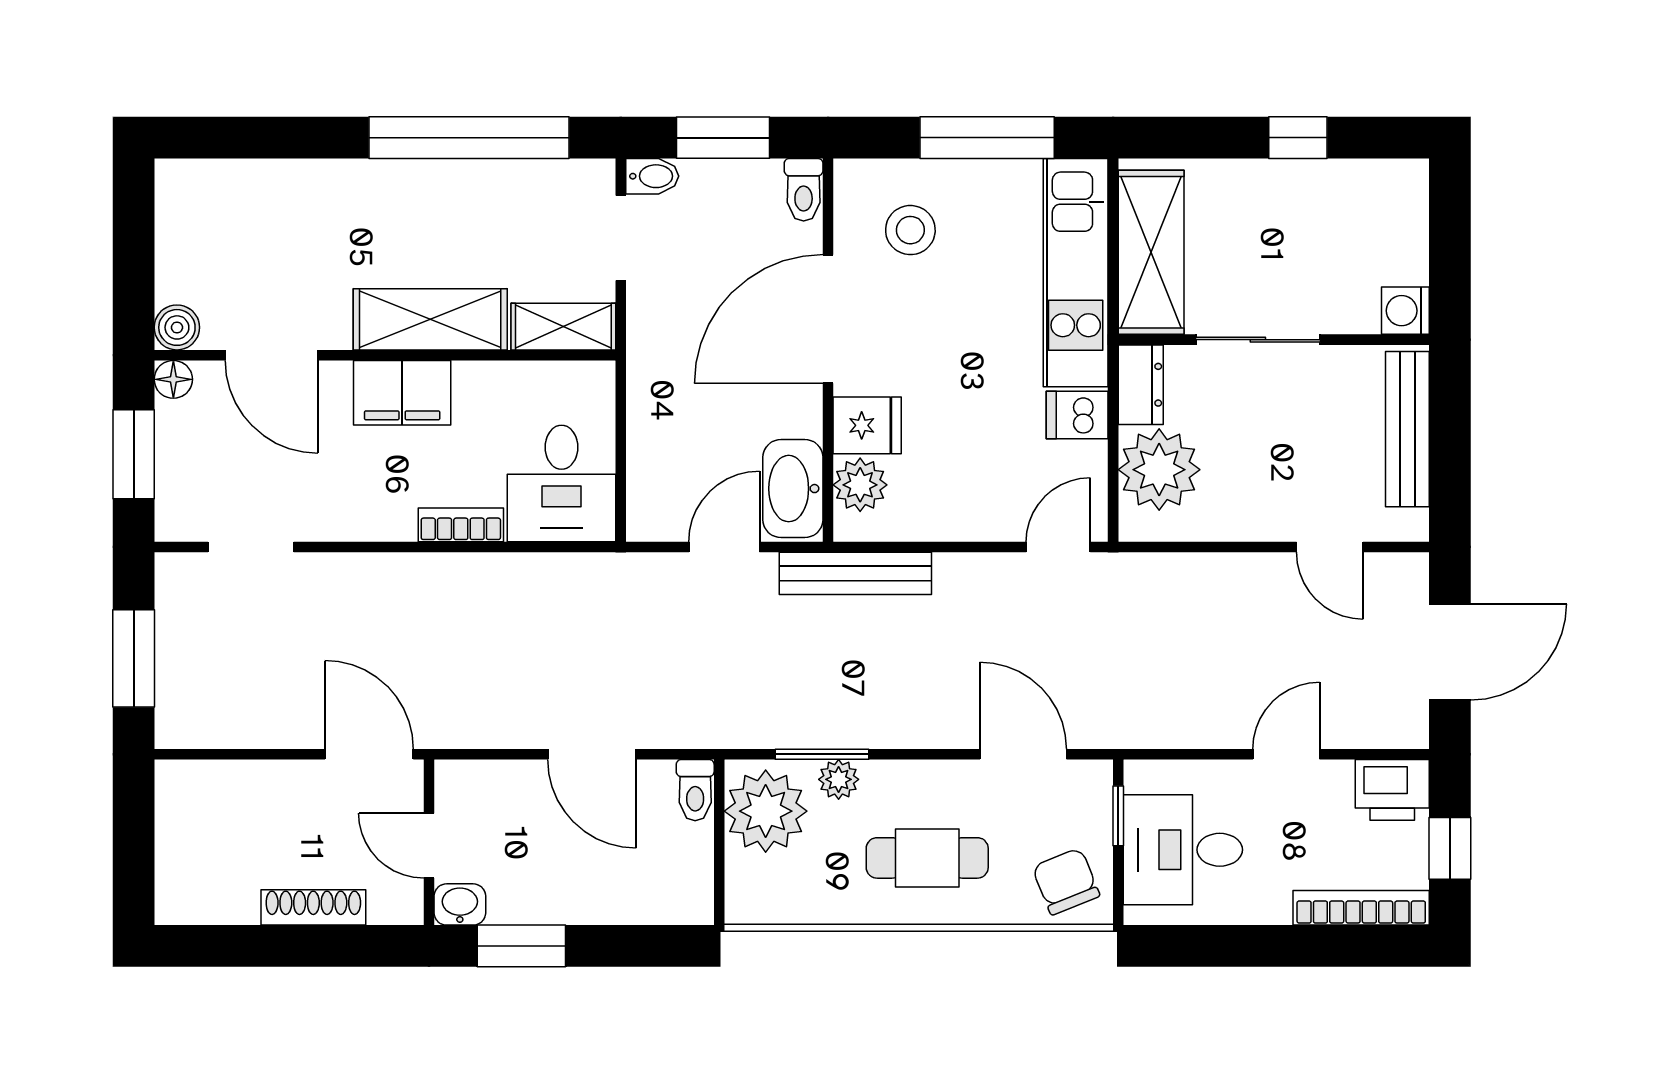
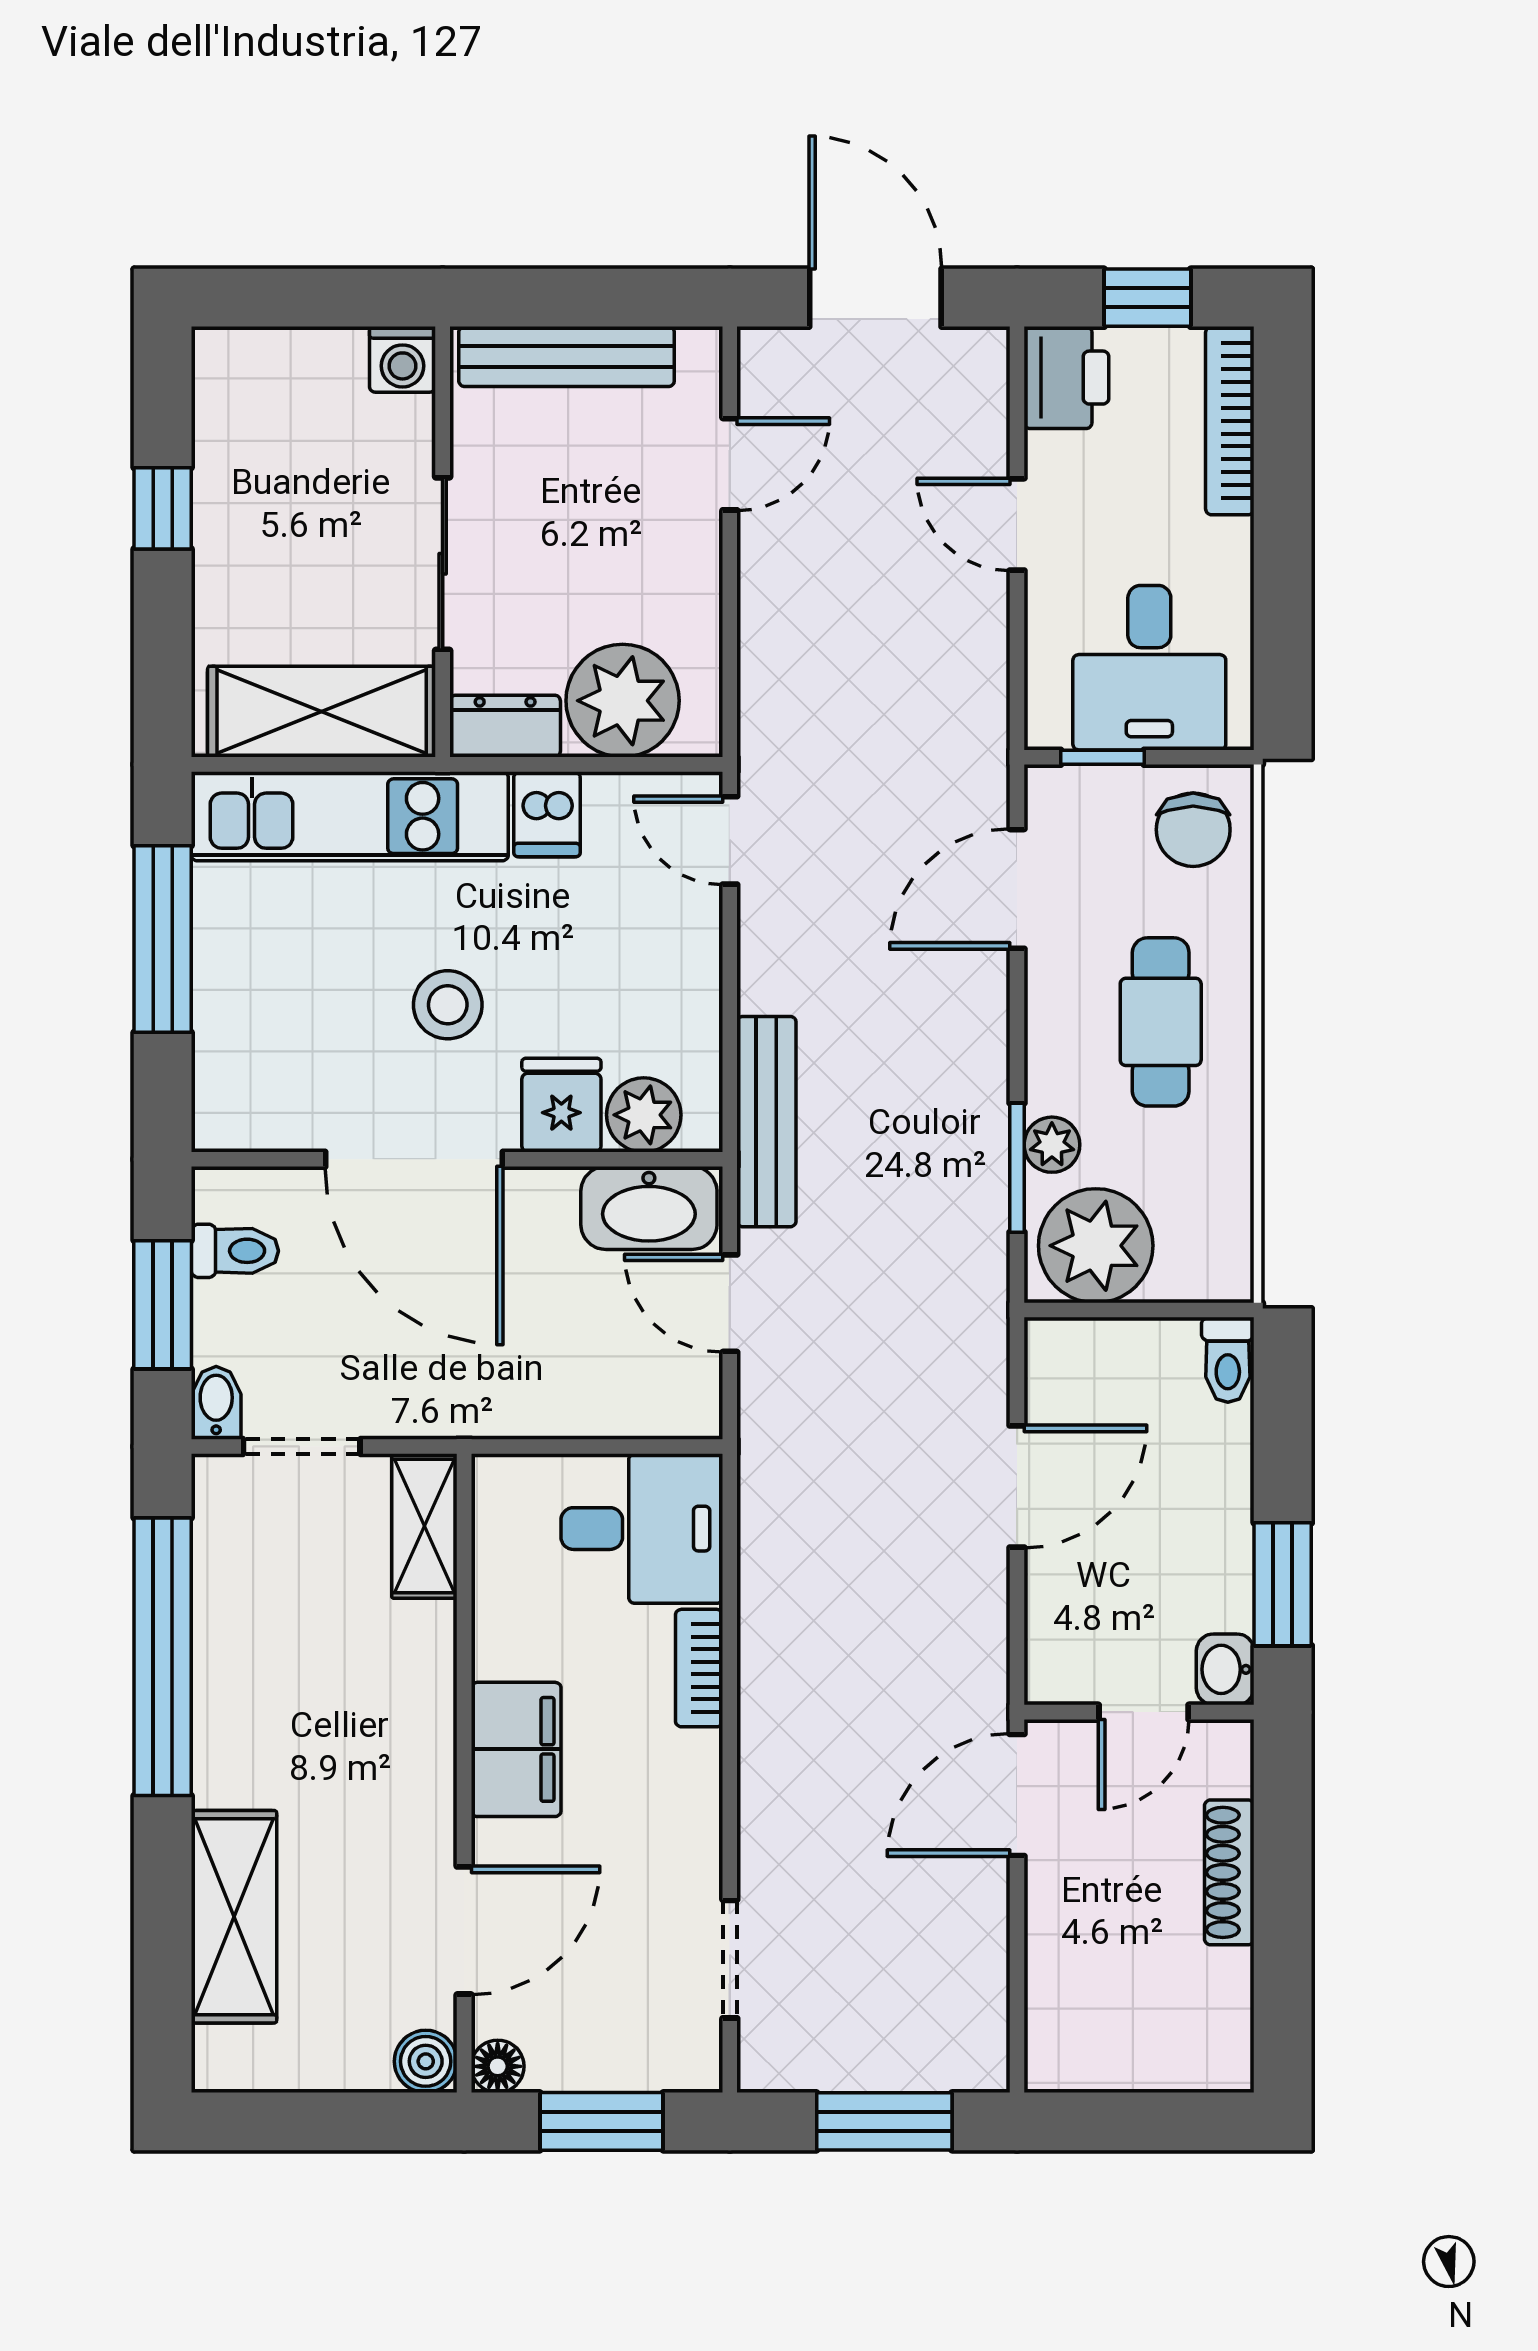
toilet: (804, 190) -> (235, 1251), moved
stool: (910, 230) -> (448, 1005), moved
shelving: (430, 319) -> (234, 1917), moved
toilet: (695, 790) -> (1228, 1360), moved, turned 90
chair: (1066, 881) -> (1193, 830), turned -68

